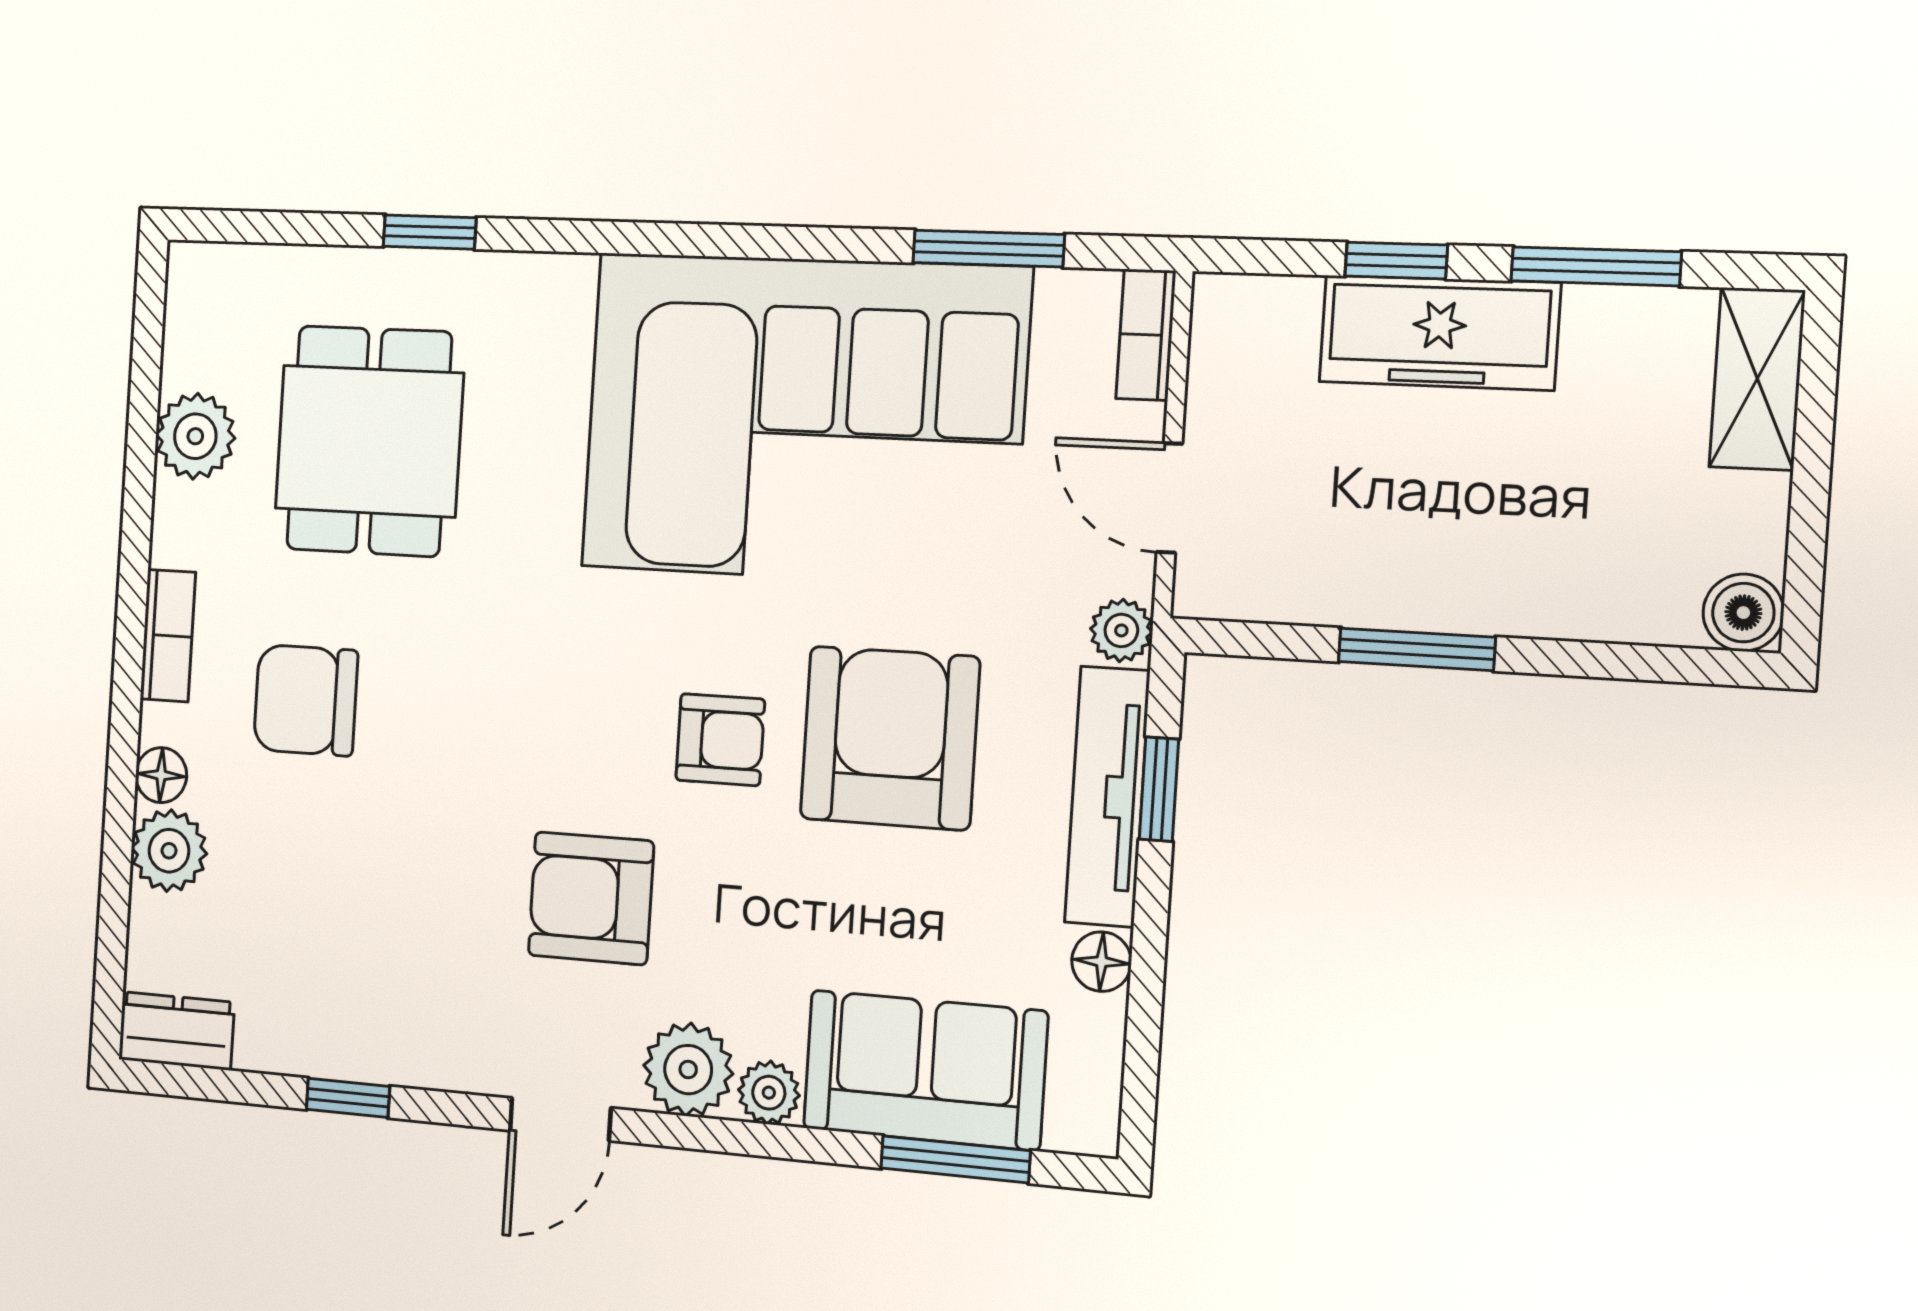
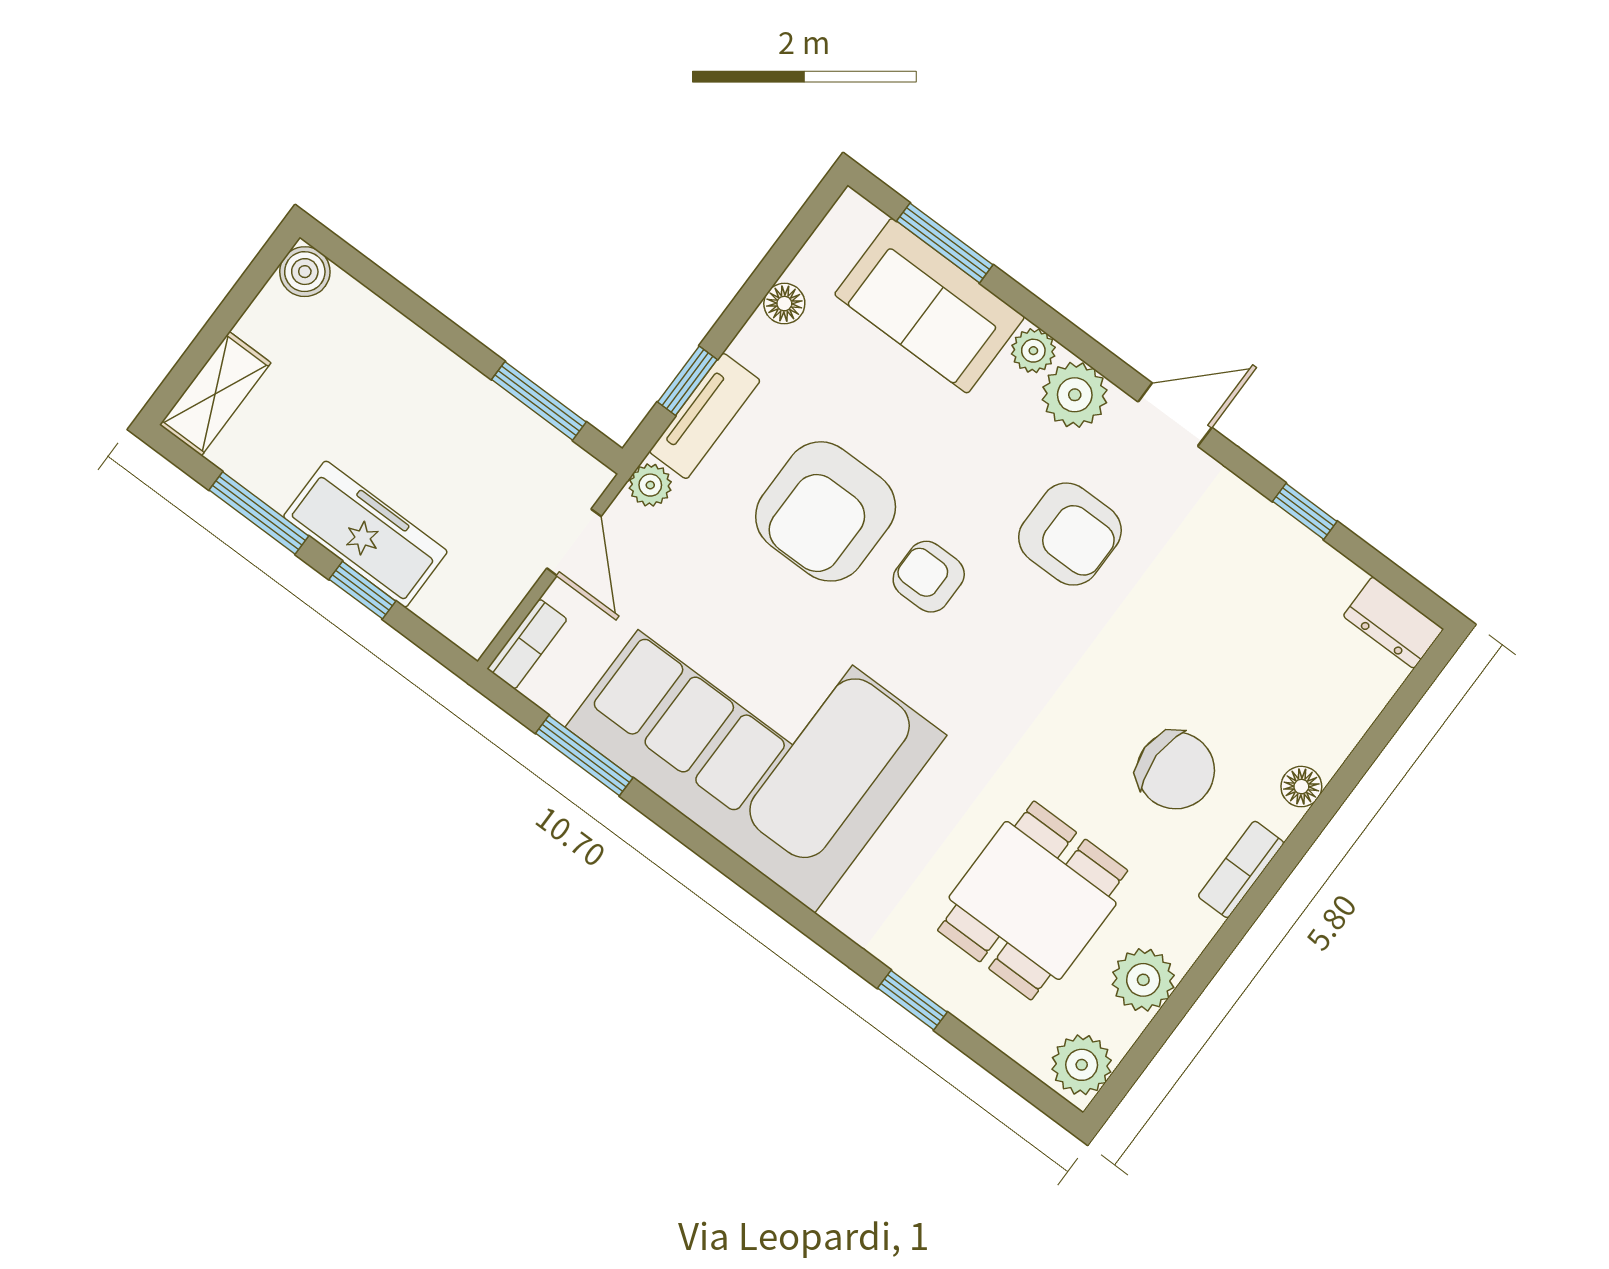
window: (1417, 649) -> (539, 401), moved
tv unit: (1107, 797) -> (705, 416), width x0.71
plant: (169, 851) -> (1082, 1065), moved

